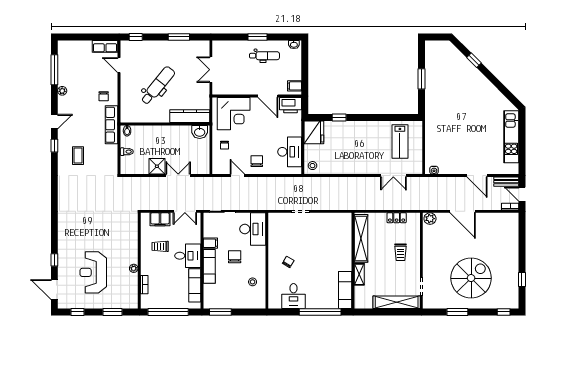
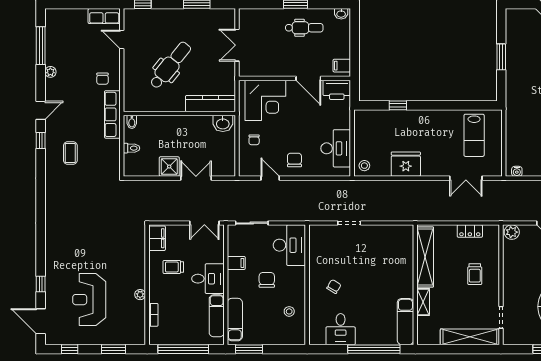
fridge: (314, 132) -> (406, 164), moved, turned -90
filing cabinet: (160, 219) -> (157, 238), moved, turned -90
exam couch: (209, 266) -> (235, 320), moved

